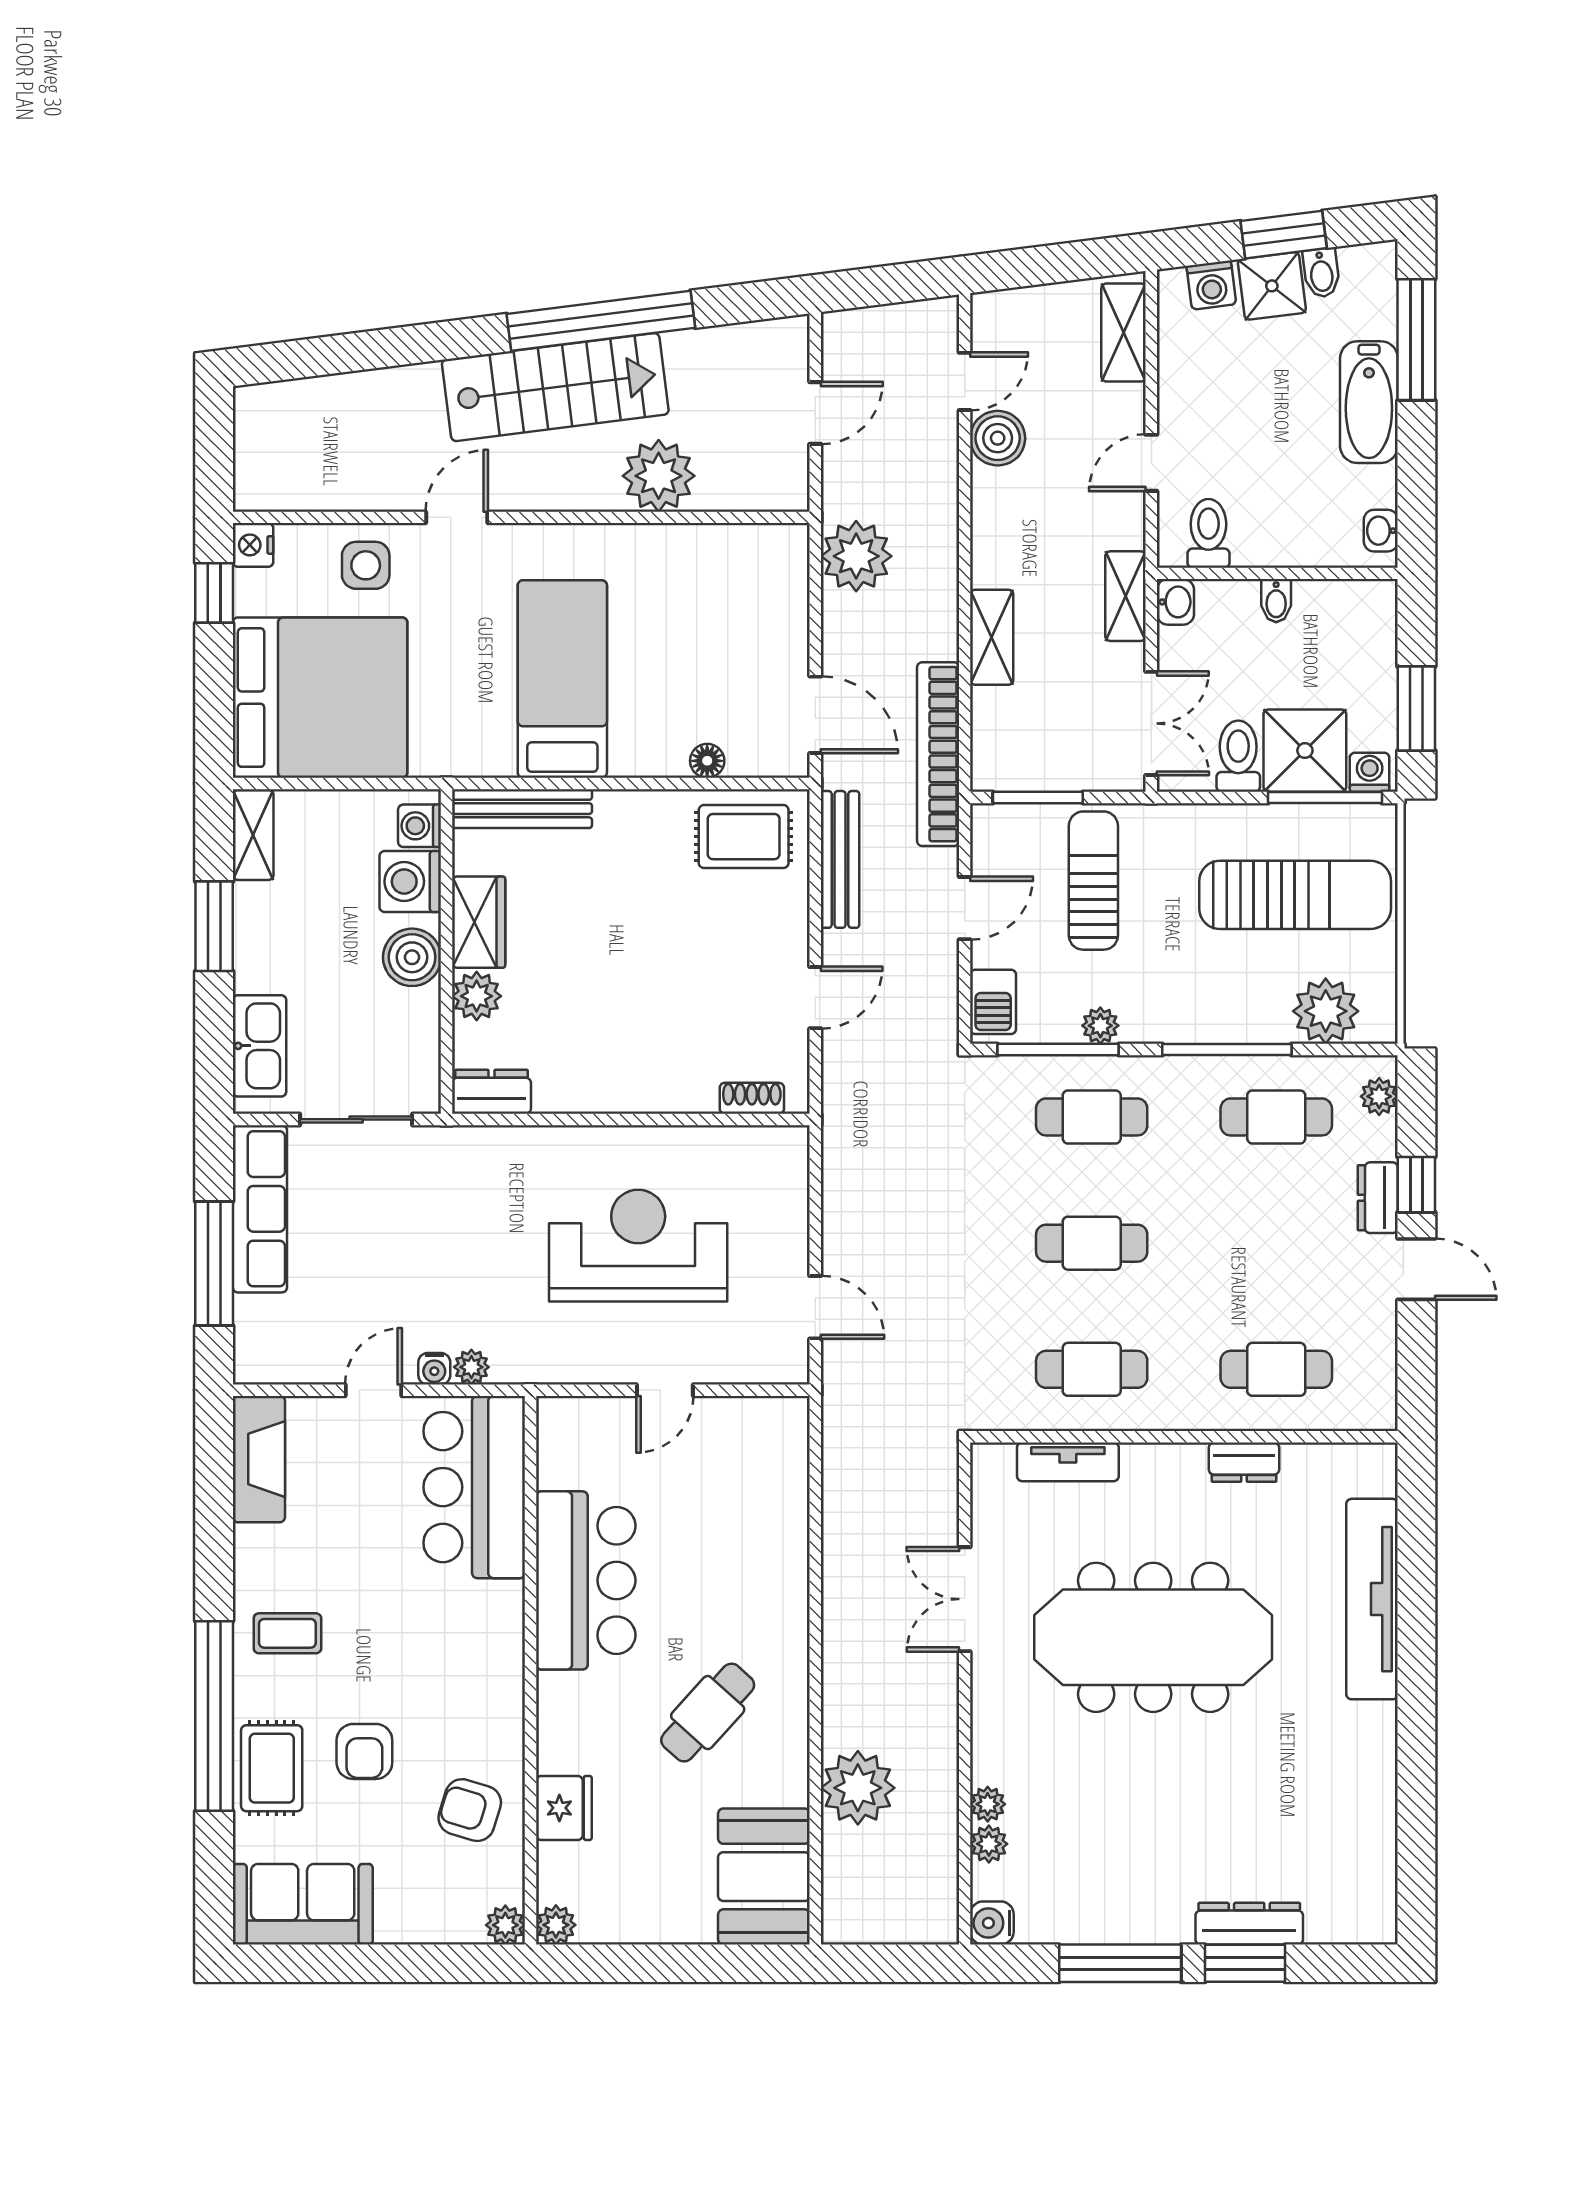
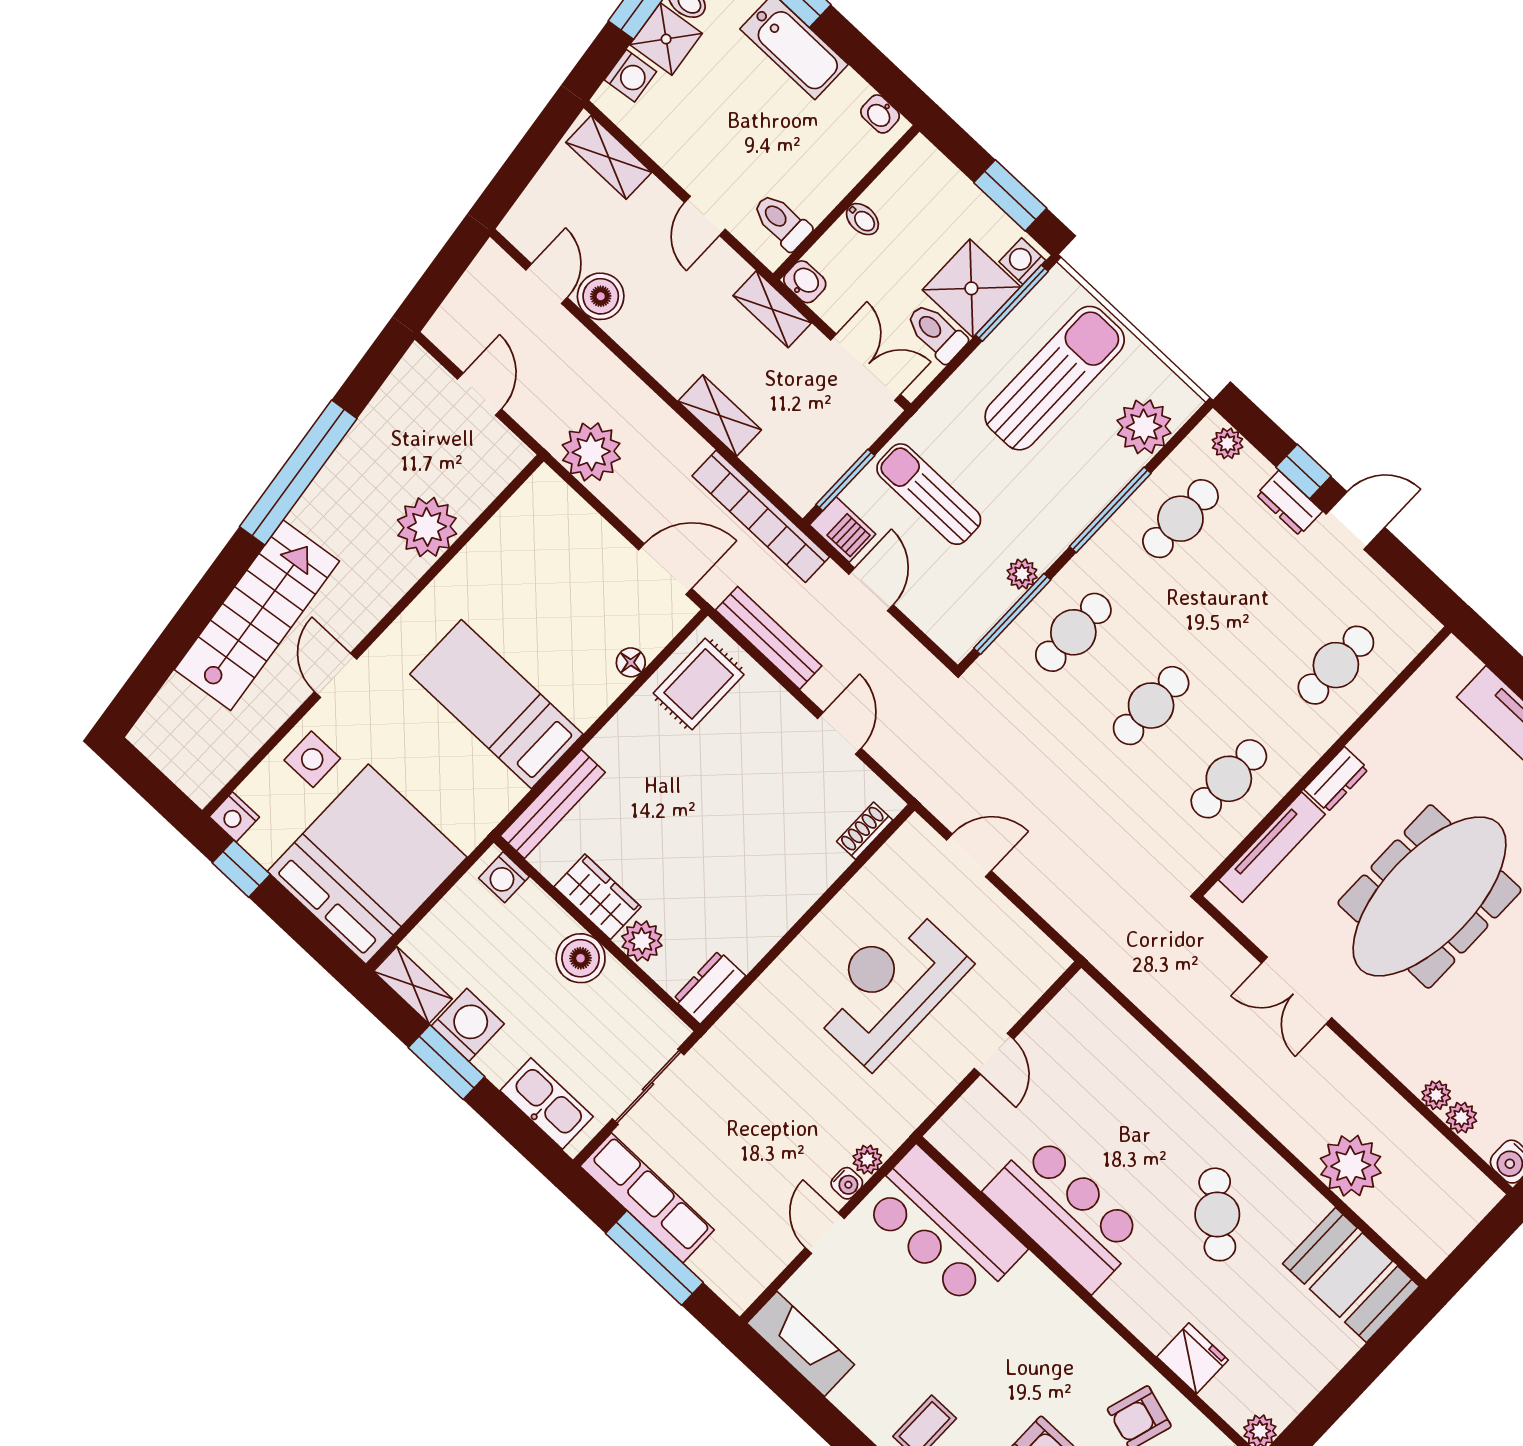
stairs: (555, 387) -> (257, 615), moved
washing machine: (410, 882) -> (468, 1025), moved, turned 180
barbecue: (993, 1002) -> (843, 530), moved
door: (815, 1307) -> (969, 855), moved
tv unit: (1068, 1462) -> (1272, 847), width x1.41
dresser: (1244, 1462) -> (1336, 779), moved

